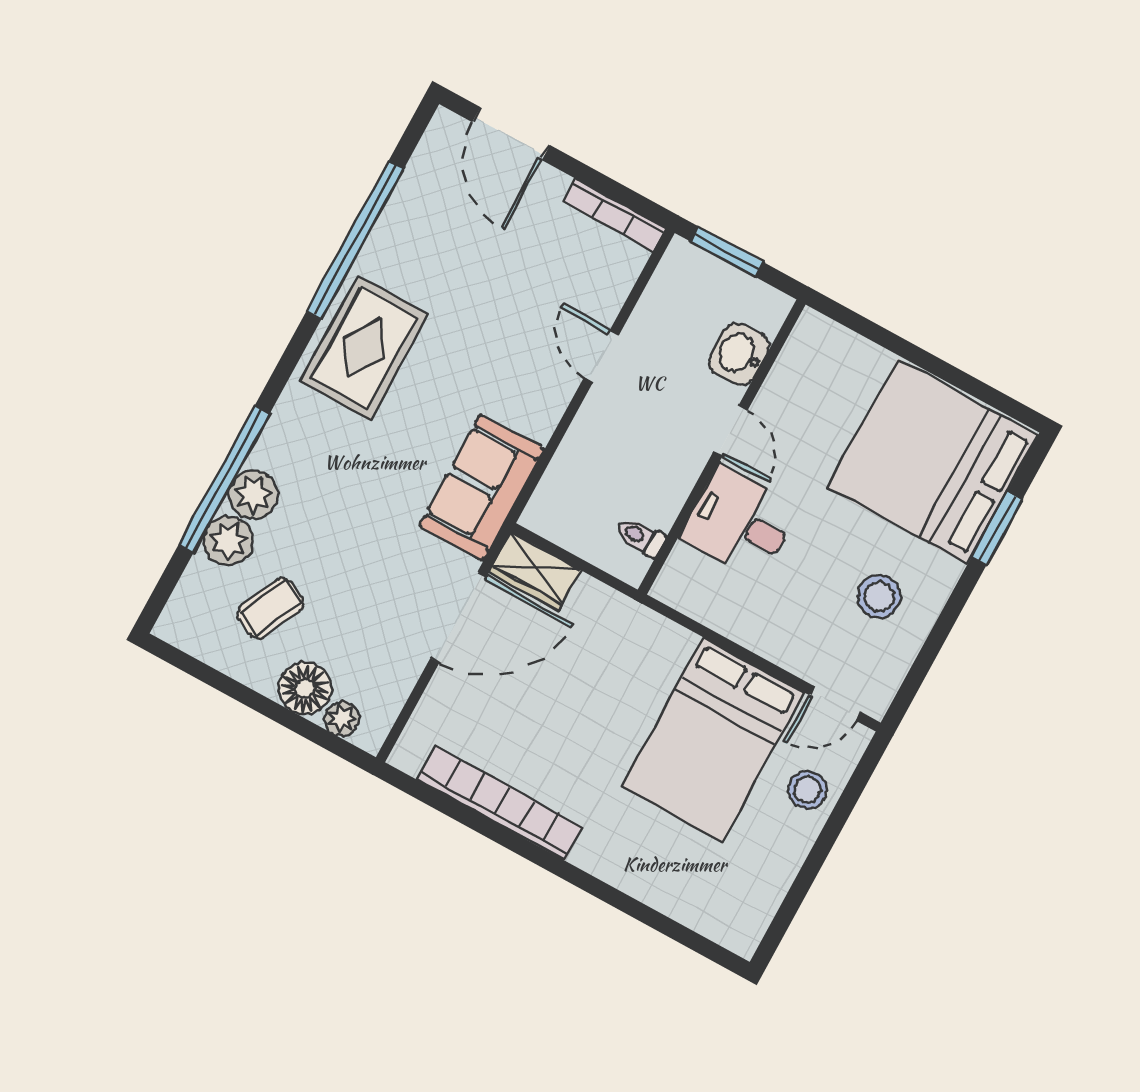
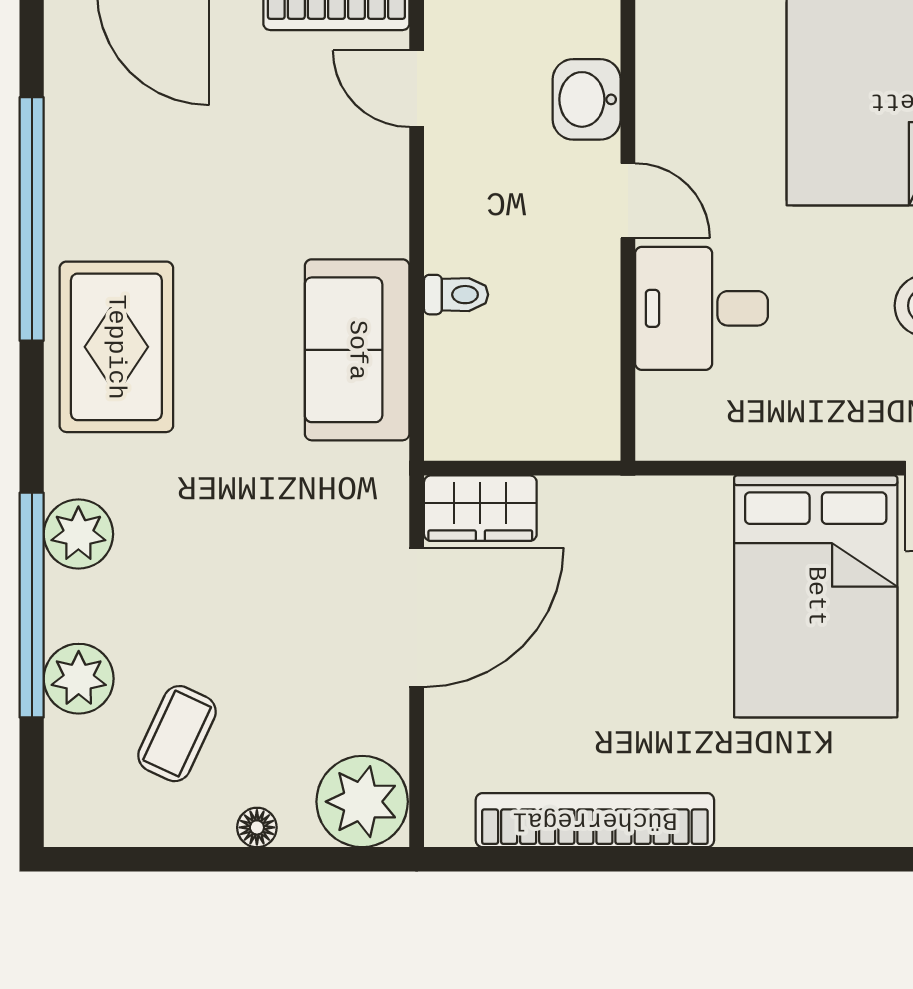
door: (601, 356) -> (417, 89), moved
sofa: (482, 487) -> (357, 350), moved
plant: (253, 495) -> (78, 534), moved
toilet: (641, 537) -> (456, 295), moved, turned 180
floor lamp: (305, 688) -> (257, 827), width x0.53, depth x0.53
plant: (342, 719) -> (362, 802), width x1.88, depth x1.88

